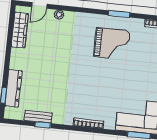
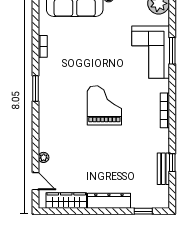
grand piano: (112, 44) -> (104, 105), moved
dresser: (13, 88) -> (109, 201), moved

